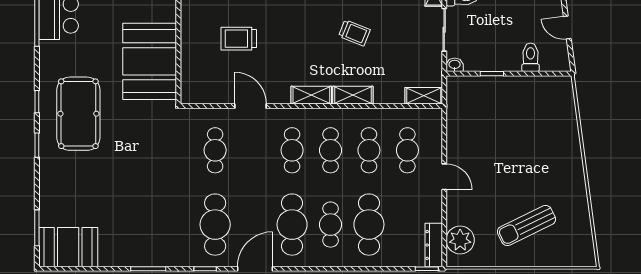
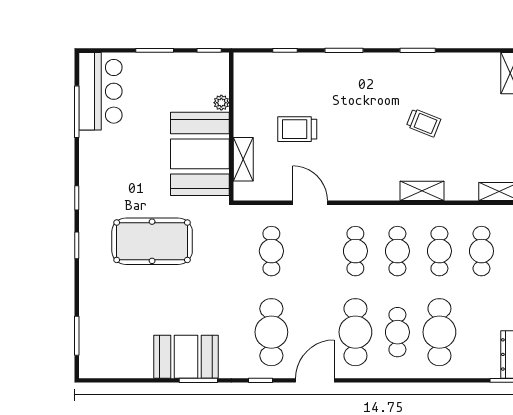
plant: (169, 14) -> (221, 103), added
shelving: (311, 95) -> (243, 159), moved, turned 90
pool table: (78, 114) -> (152, 241), moved, turned 90
booth: (68, 247) -> (186, 357), moved

